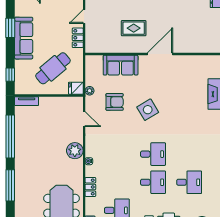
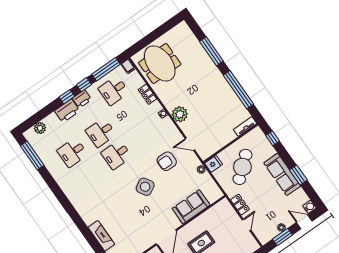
armchair: (115, 102) -> (167, 161), moved

